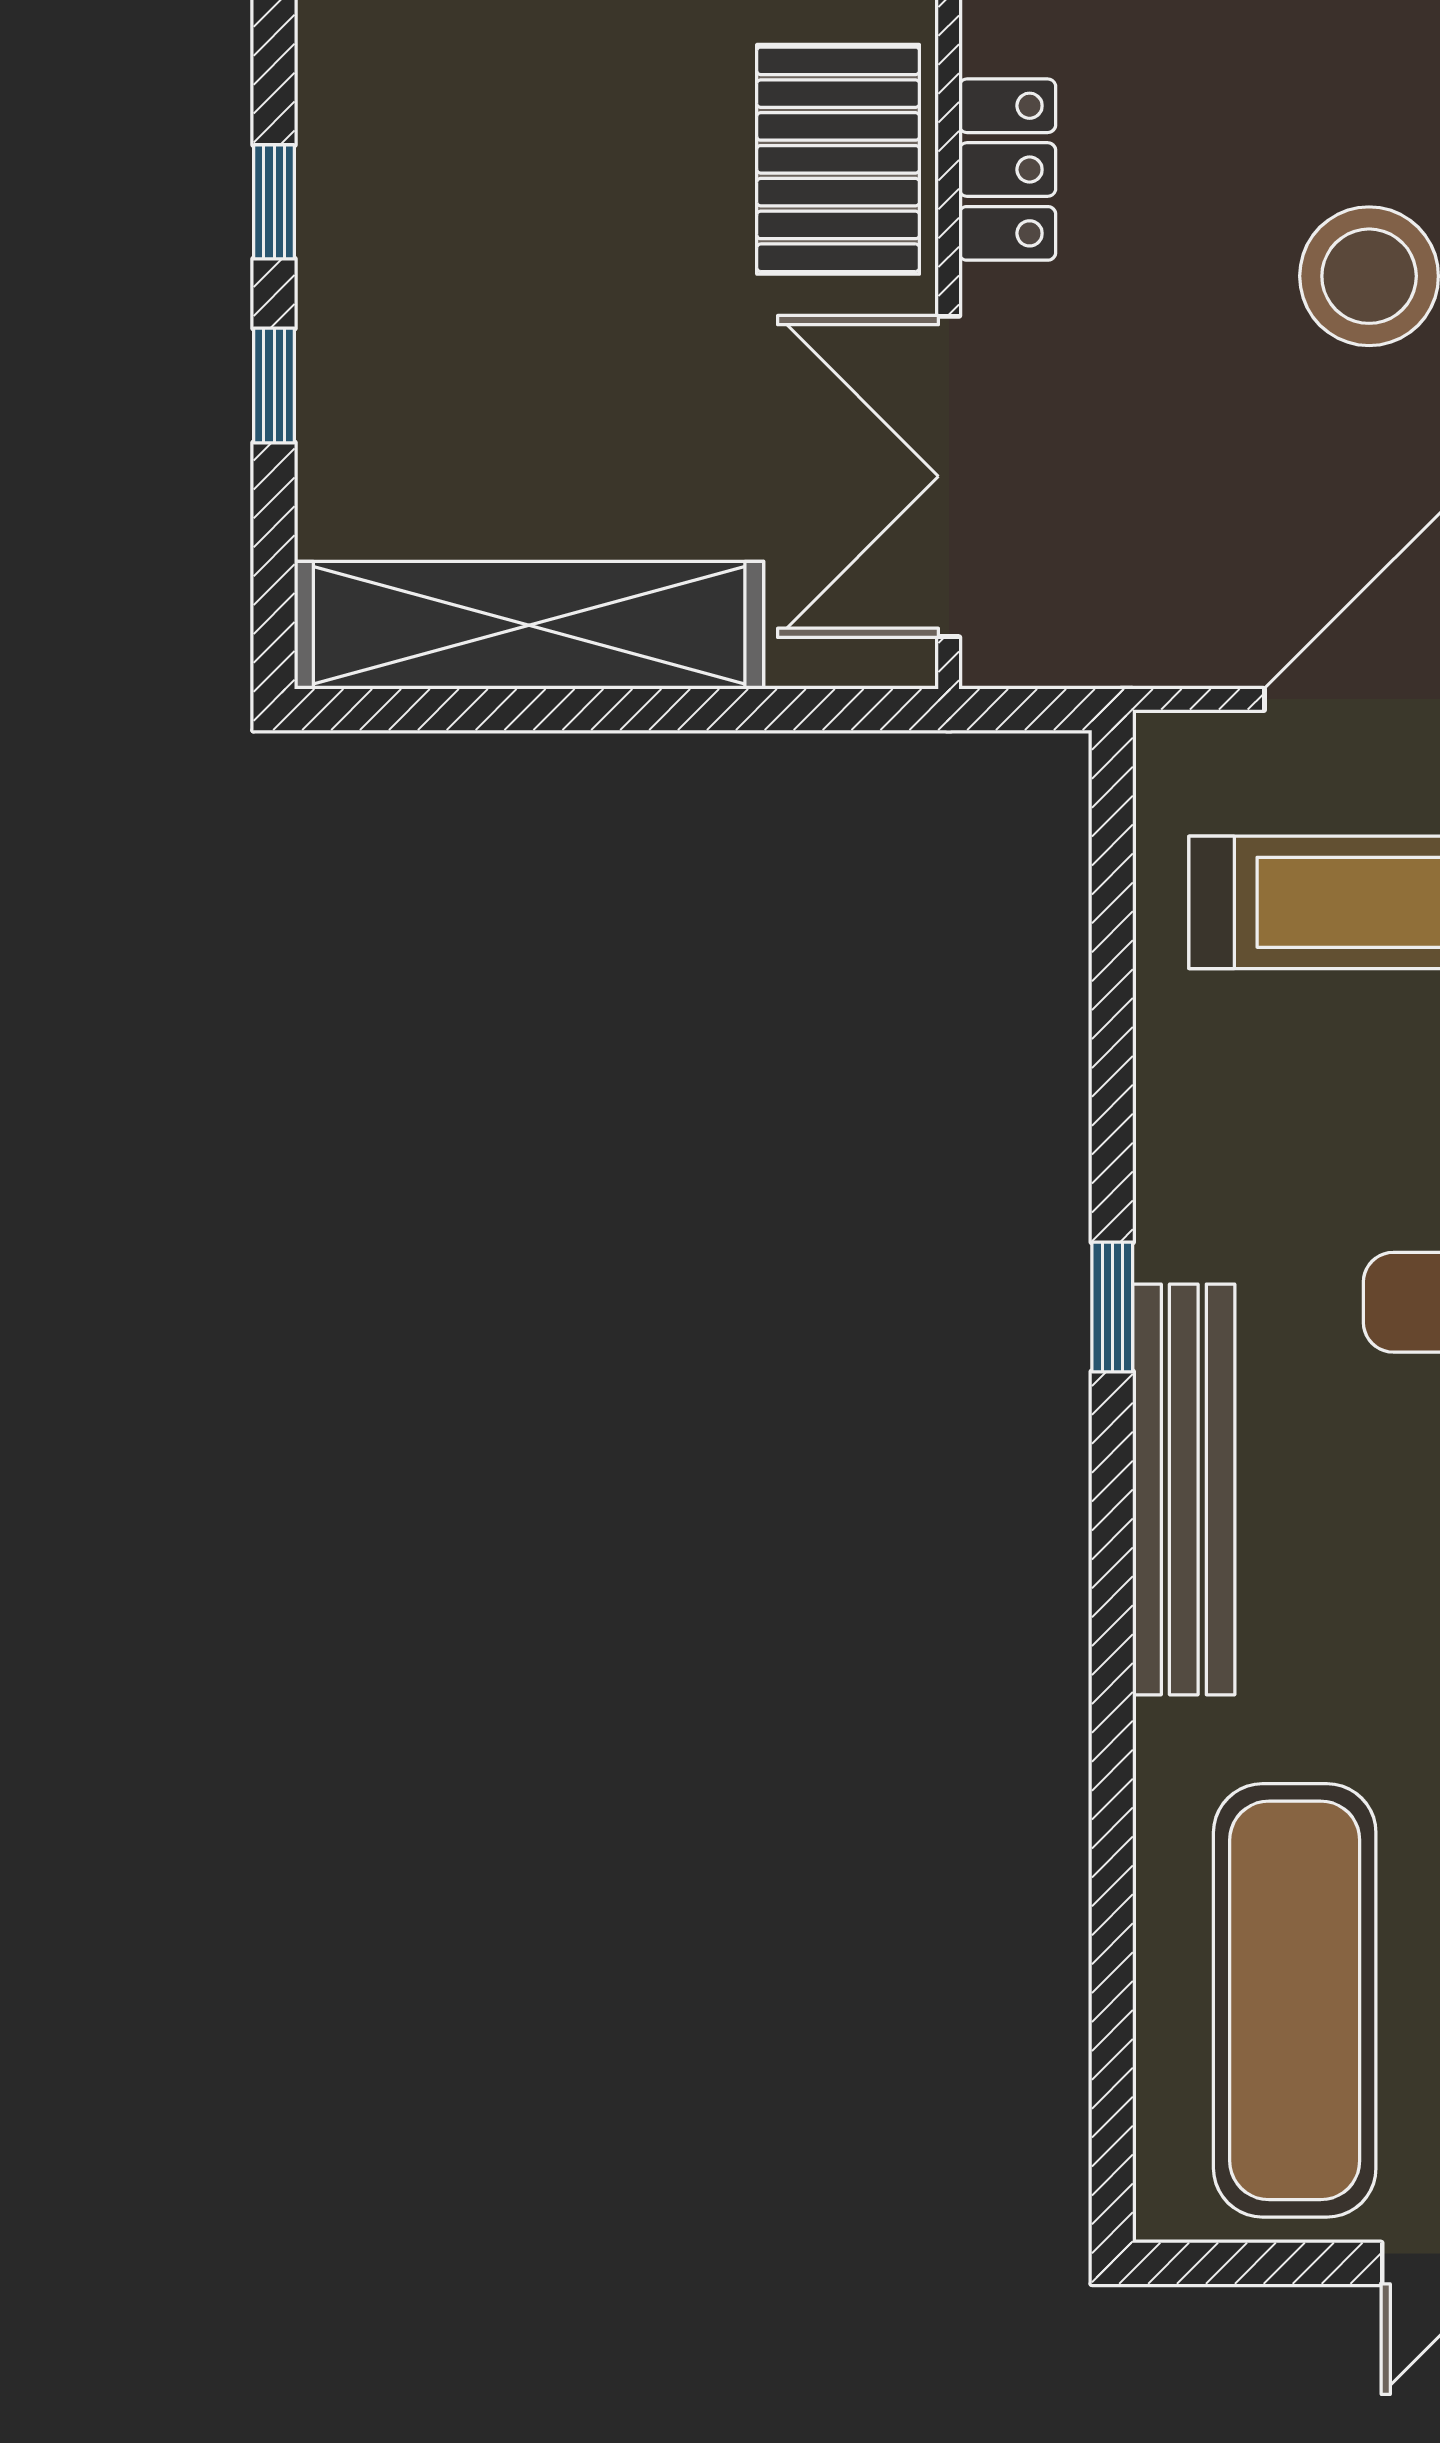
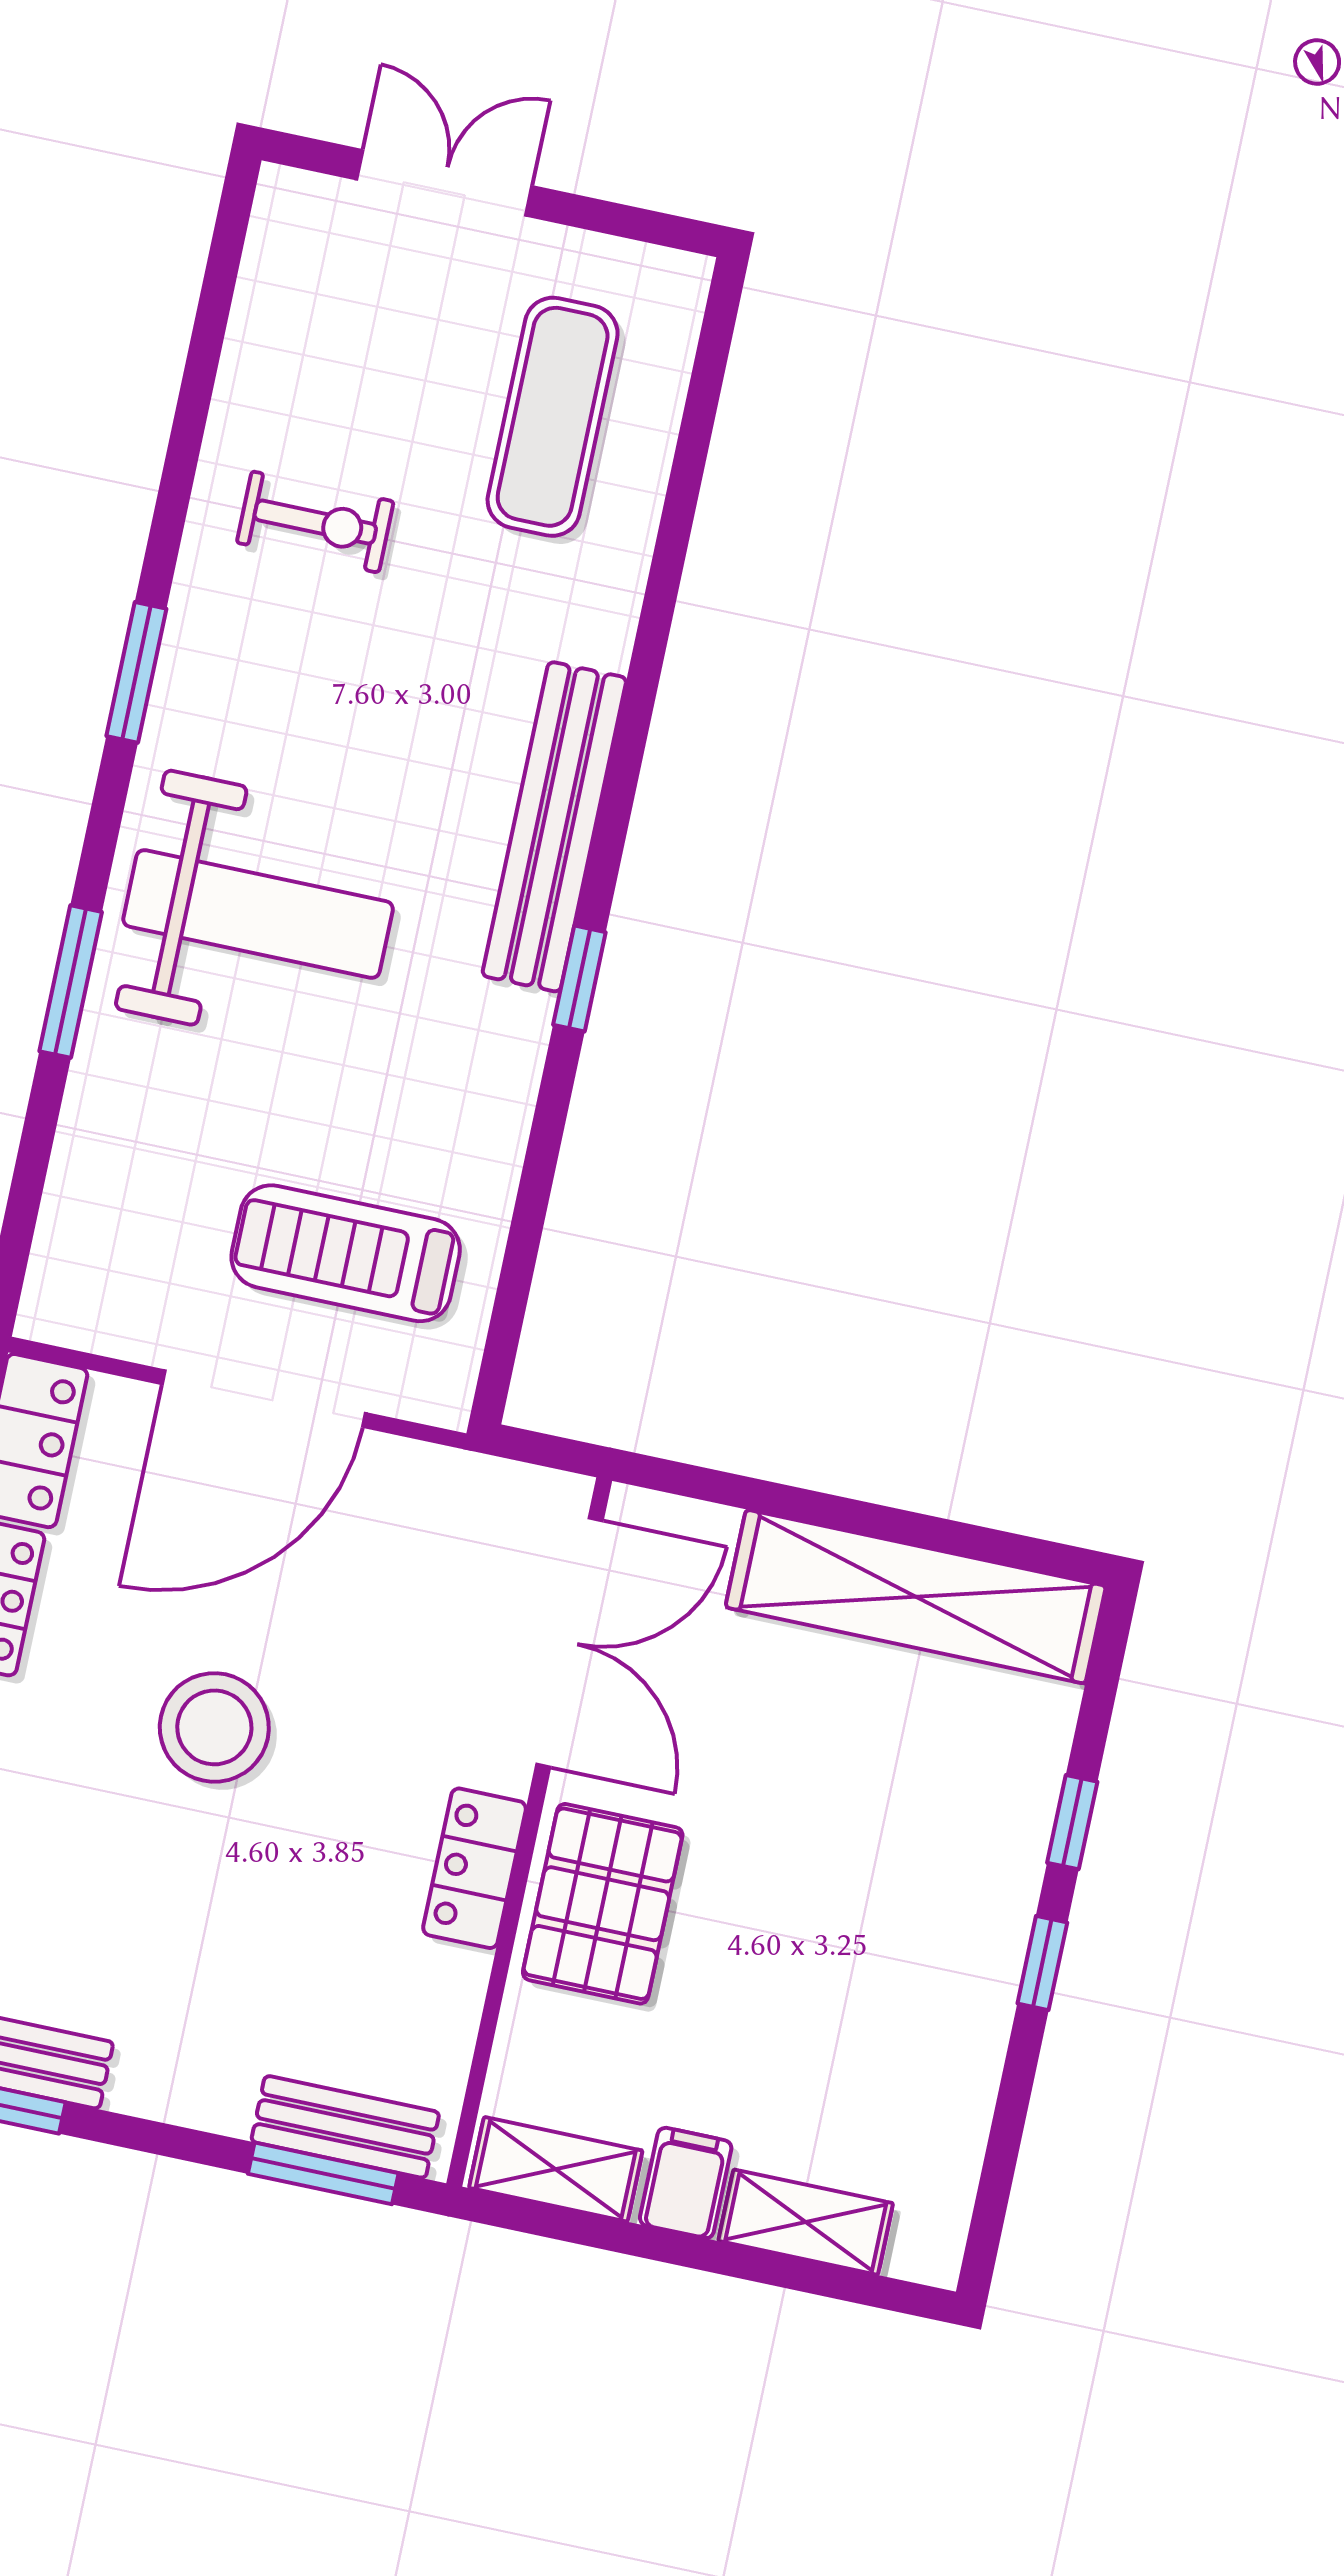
exercise mat: (1295, 2000) -> (553, 417), width x0.73, depth x0.69

